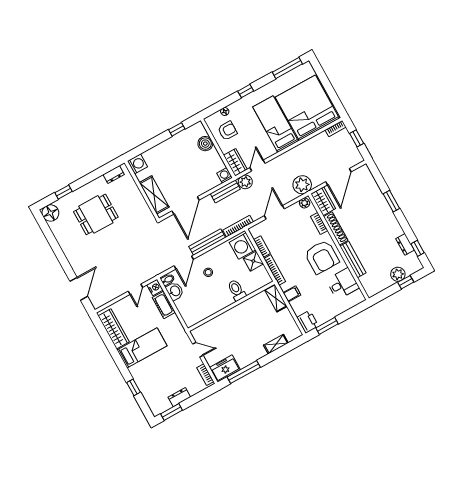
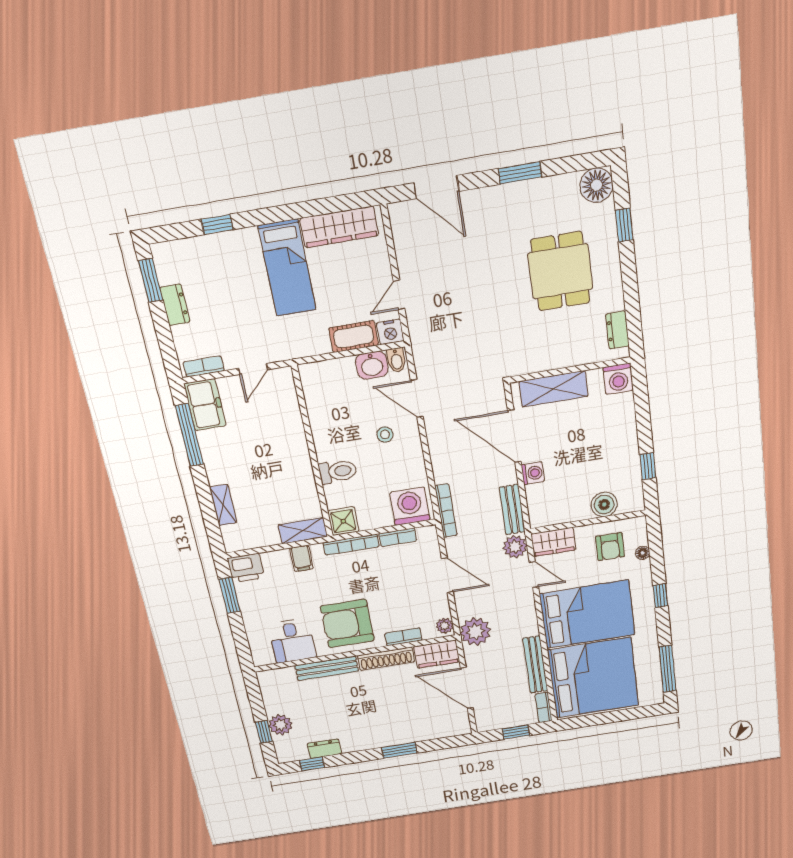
bed: (276, 124) -> (587, 614), width x1.50
washing machine: (225, 175) -> (533, 473), moved
bench: (207, 242) -> (535, 665), moved
window: (58, 252) -> (520, 173), added
shower: (253, 261) -> (343, 521), moved
door: (135, 289) -> (399, 295), hinge flipped

